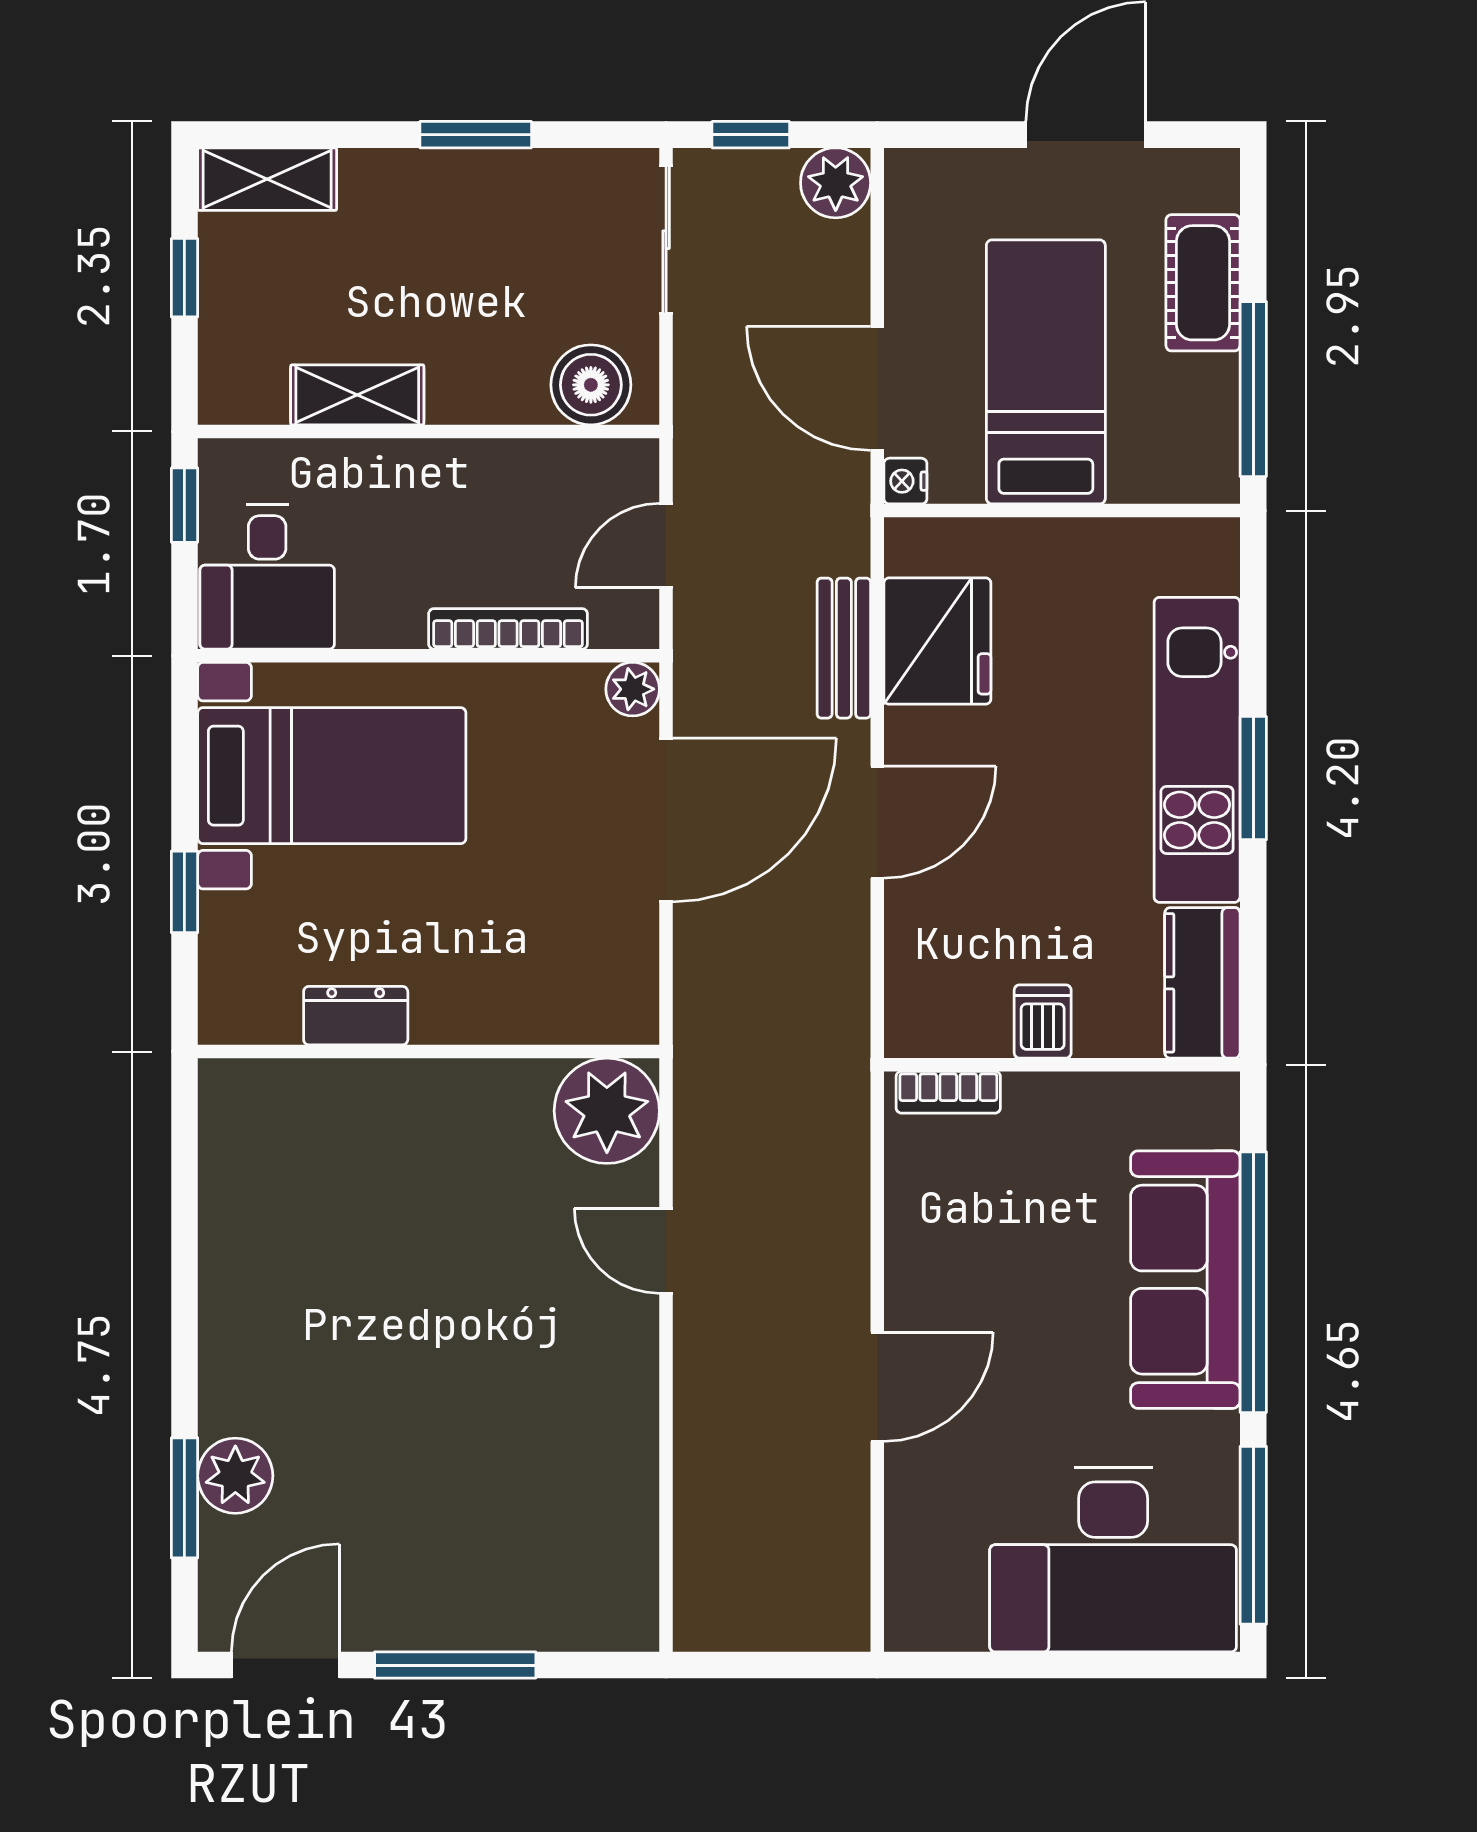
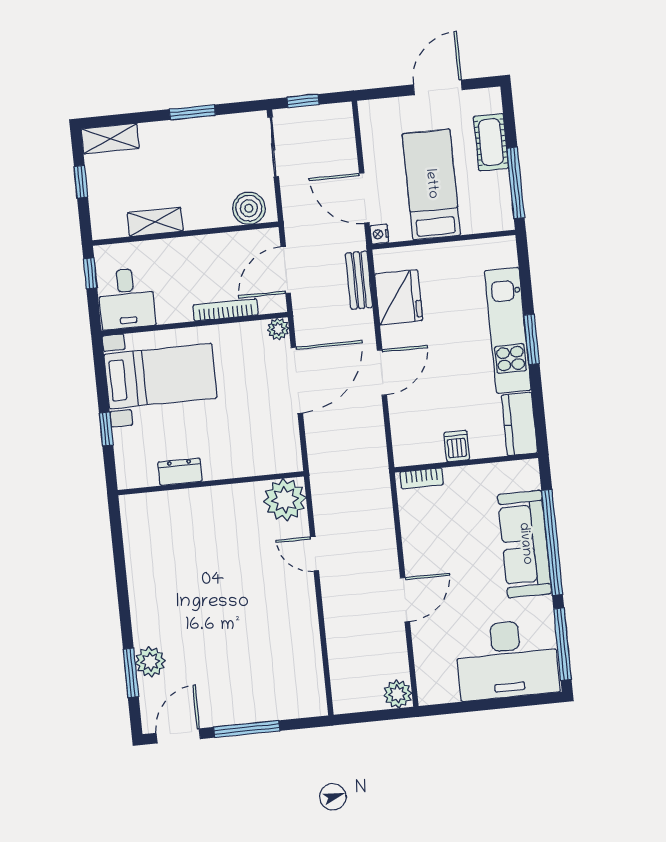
plant: (836, 183) -> (398, 694), moved
door: (666, 545) -> (286, 270), width x1.38
bench: (844, 648) -> (359, 280), moved

